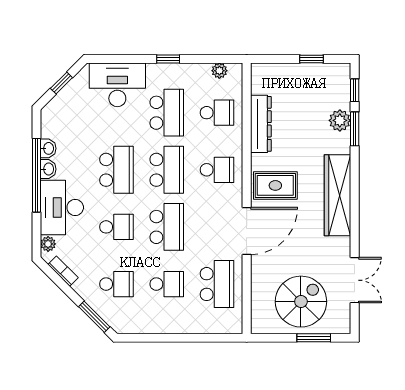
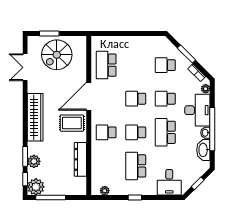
window: (311, 59) -> (51, 198), width x2.17
plant: (336, 77) -> (36, 187), added
desk: (117, 85) -> (169, 182), width x0.73
school desk: (217, 113) -> (106, 166), removed
washbasin: (48, 148) -> (203, 150), width x1.91, depth x1.45
school desk: (167, 170) -> (136, 132), width x0.54
school desk: (167, 227) -> (136, 99), width x0.54
school desk: (167, 284) -> (136, 65), removed
window: (94, 317) -> (186, 54), moved

